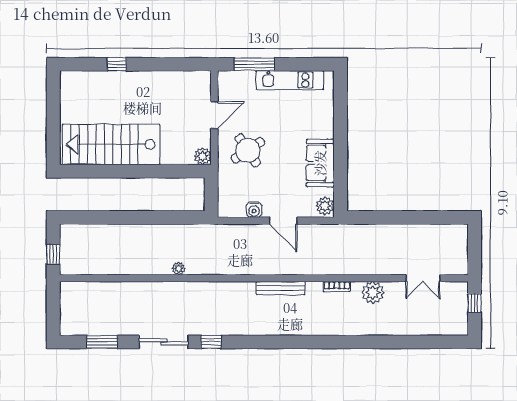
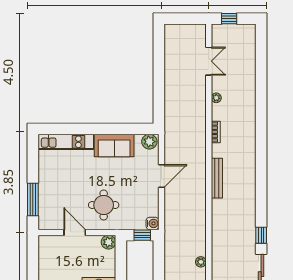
kitchen unit: (290, 80) -> (66, 142), moved, turned 90
round table: (248, 150) -> (104, 205), turned 34
window: (211, 197) -> (142, 235), added
water cooler: (254, 210) -> (152, 223), moved
plant: (373, 293) -> (216, 98), width x0.53, depth x0.53

